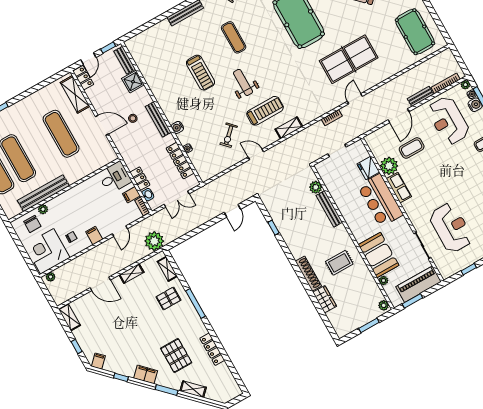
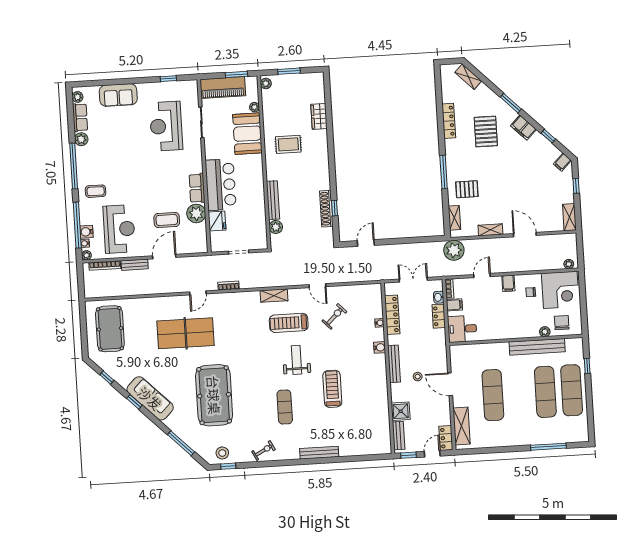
weight bench: (243, 82) -> (297, 360), turned 180
shoe rack: (308, 274) -> (326, 209), moved
shelving: (193, 389) -> (468, 77), moved

